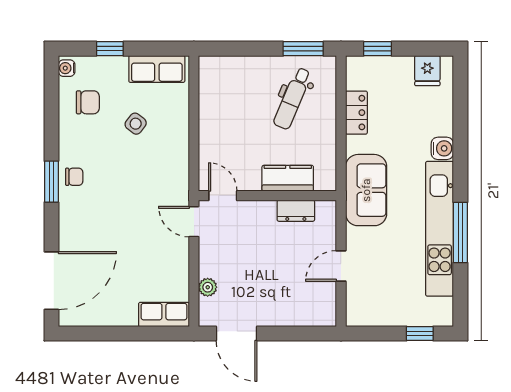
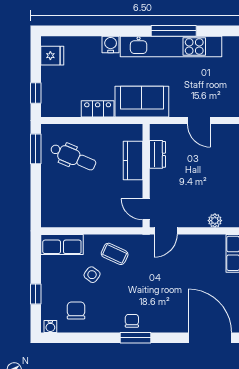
row of seats: (157, 69) -> (62, 244), moved, turned 90
locker: (356, 113) -> (98, 109), moved
coffee table: (163, 154) -> (115, 254), added
door: (223, 196) -> (146, 209), hinge flipped

